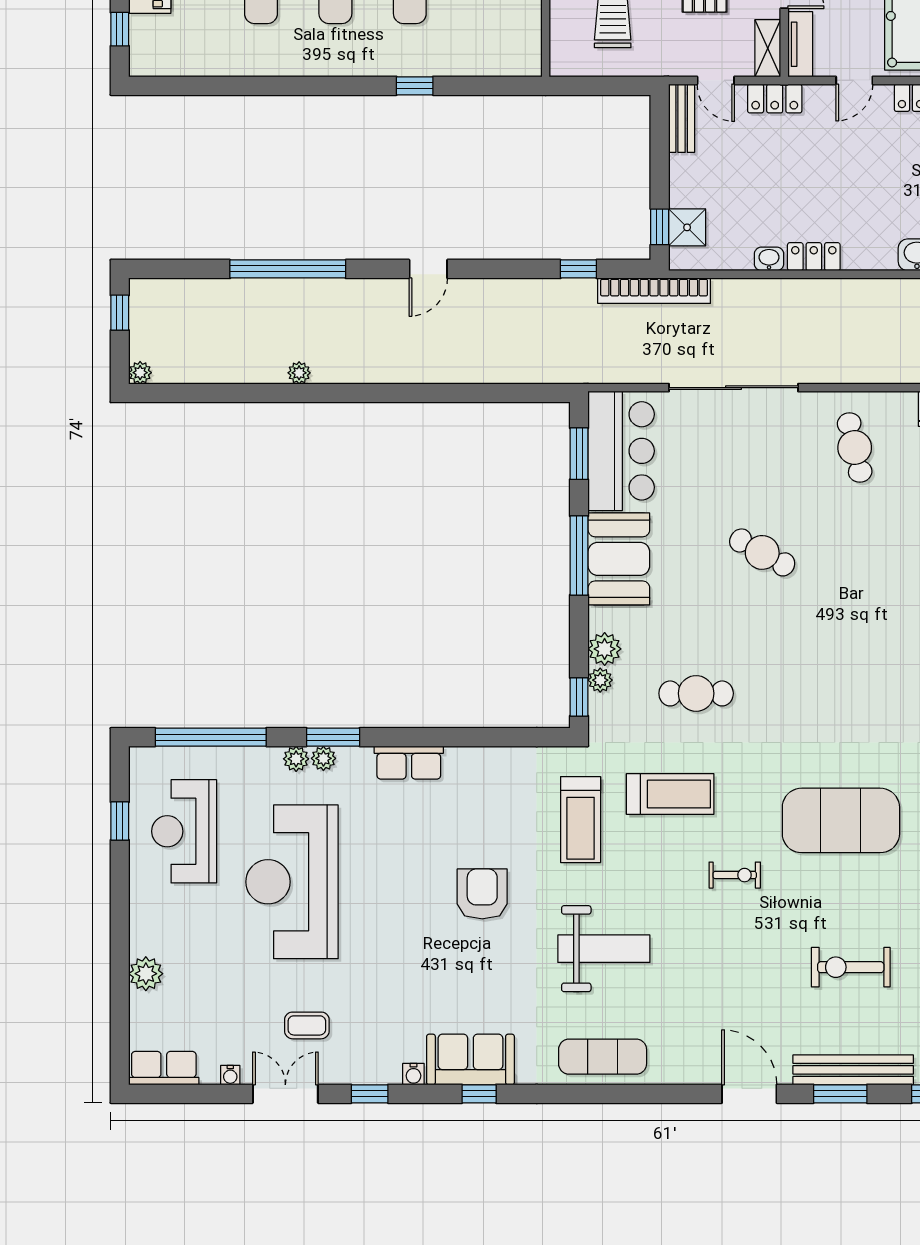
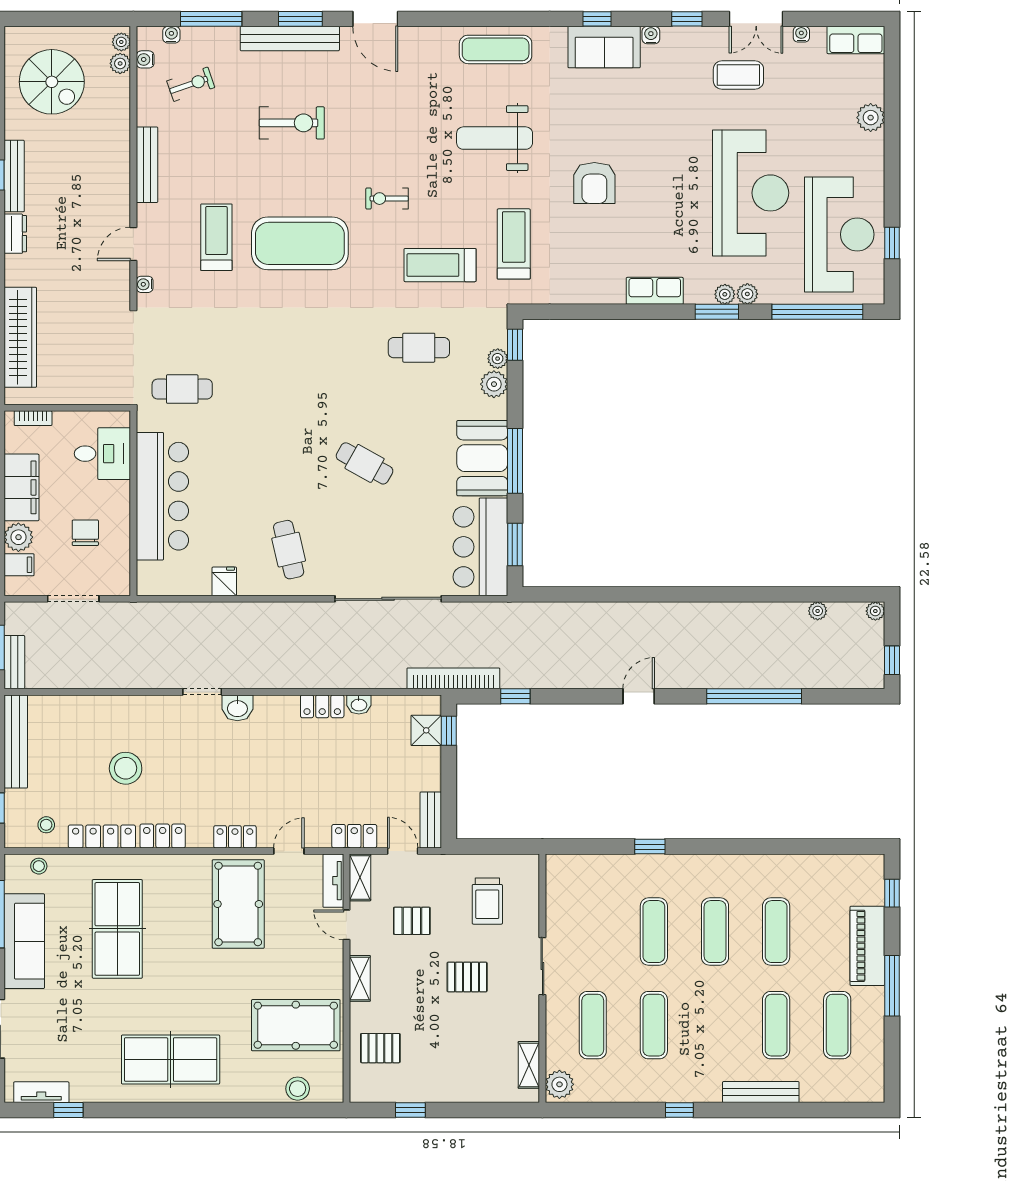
plant: (299, 373) -> (818, 611), moved
reception desk: (184, 831) -> (839, 234), width x1.36, depth x1.30
coffee table: (307, 1025) -> (738, 75), width x1.36, depth x1.30

